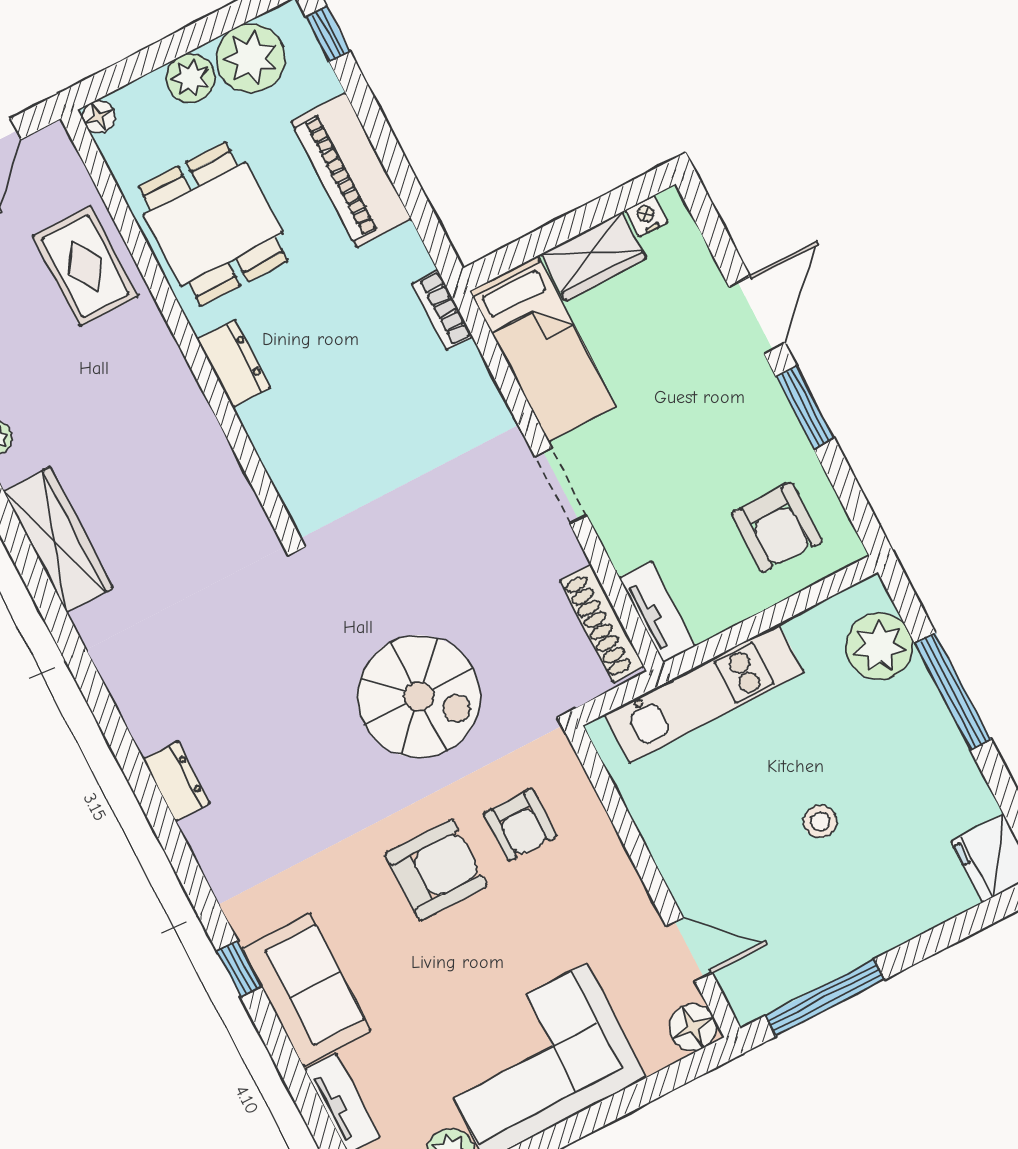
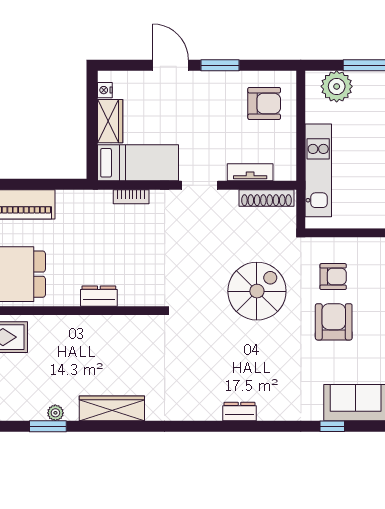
bookcase: (442, 310) -> (131, 197), moved
dresser: (234, 364) -> (99, 296), moved
tv unit: (657, 612) -> (250, 172), moved

